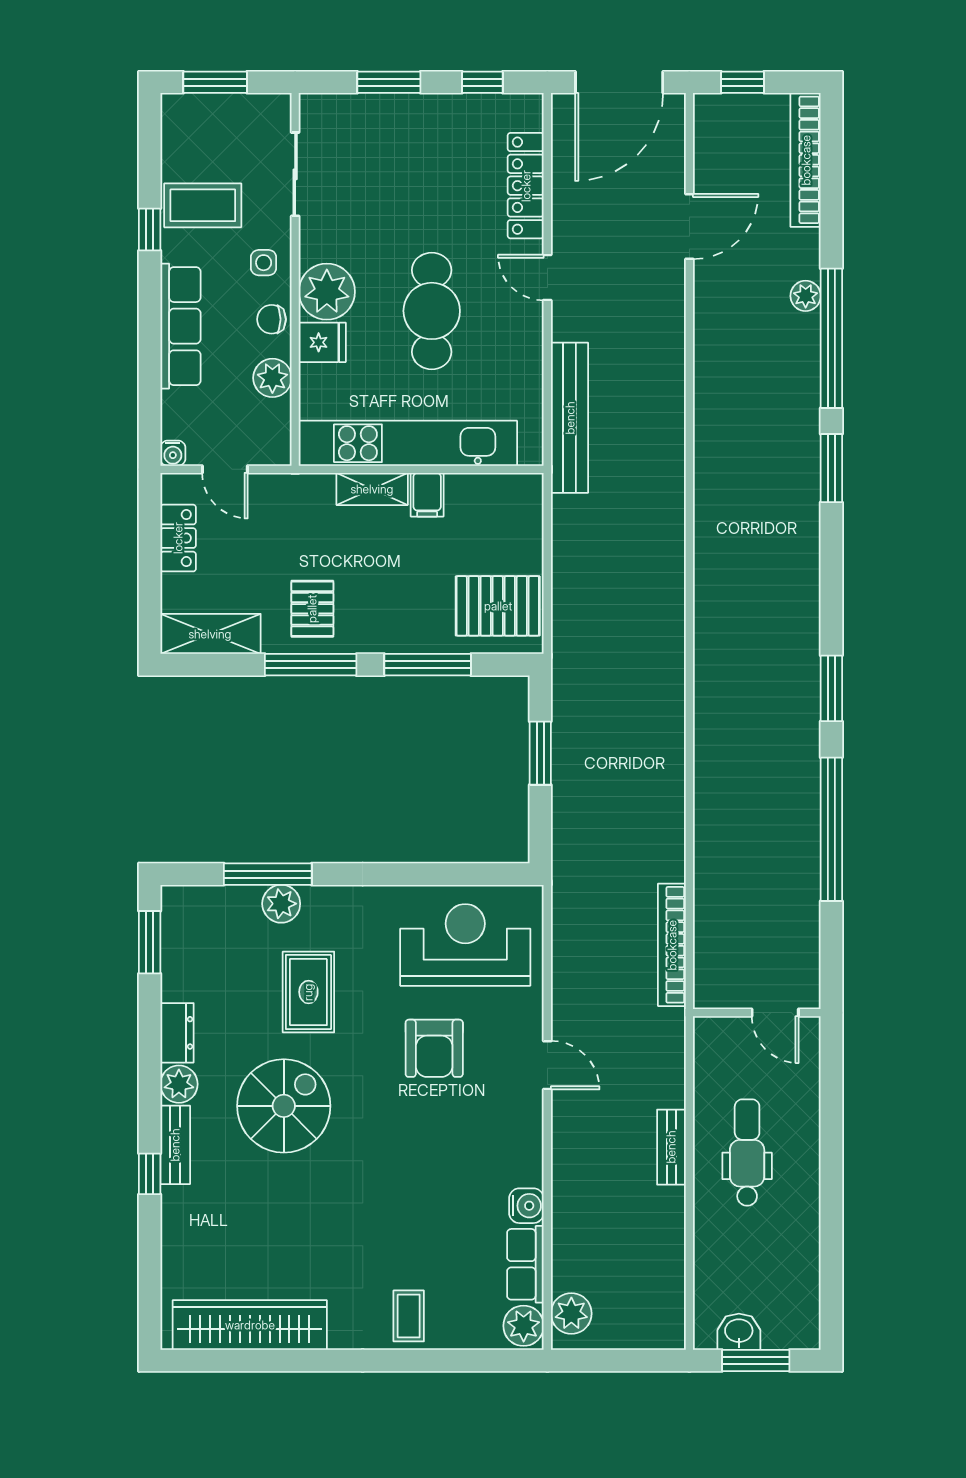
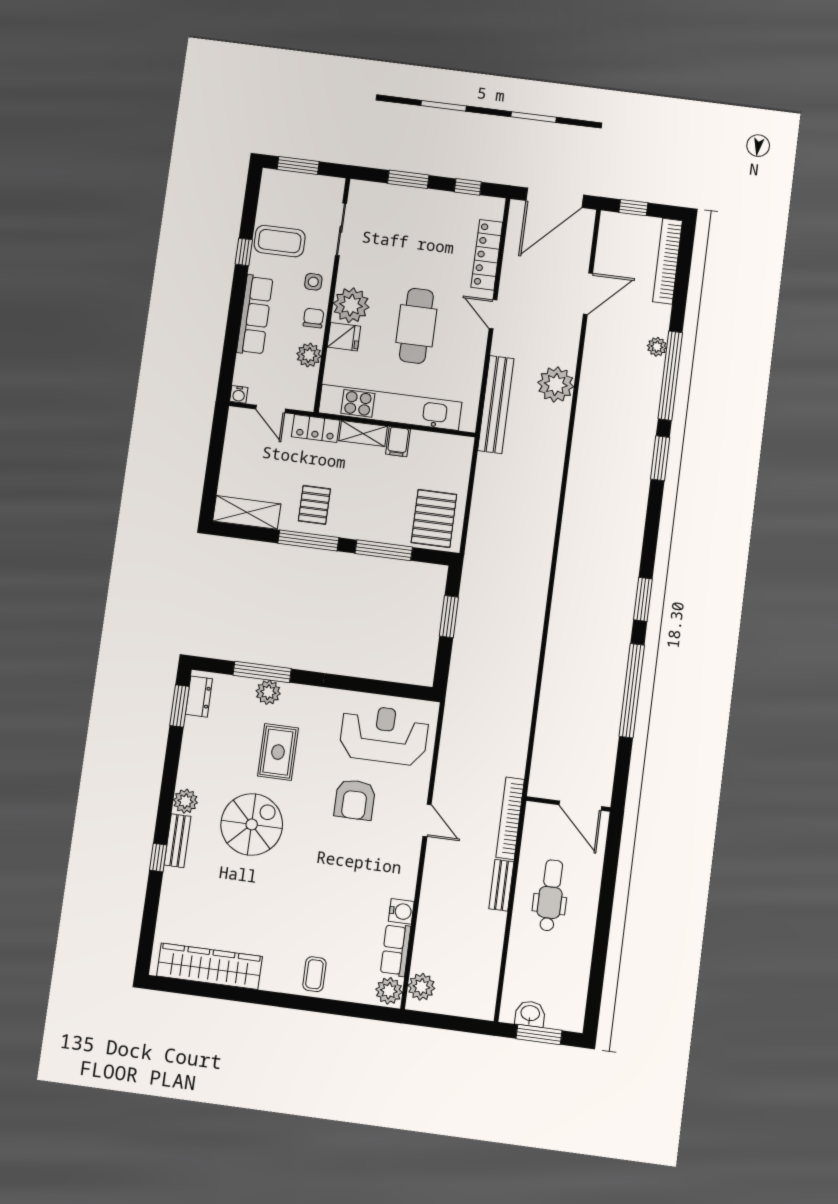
chair: (272, 319) -> (313, 318), turned 90
plant: (658, 375) -> (556, 384), added
locker: (178, 538) -> (316, 429), moved, turned 90
pallet: (498, 606) -> (434, 519), turned 90
bookcase: (672, 945) -> (510, 818), moved
door: (775, 1013) -> (580, 806), width x1.38
dresser: (177, 1033) -> (199, 697), moved

